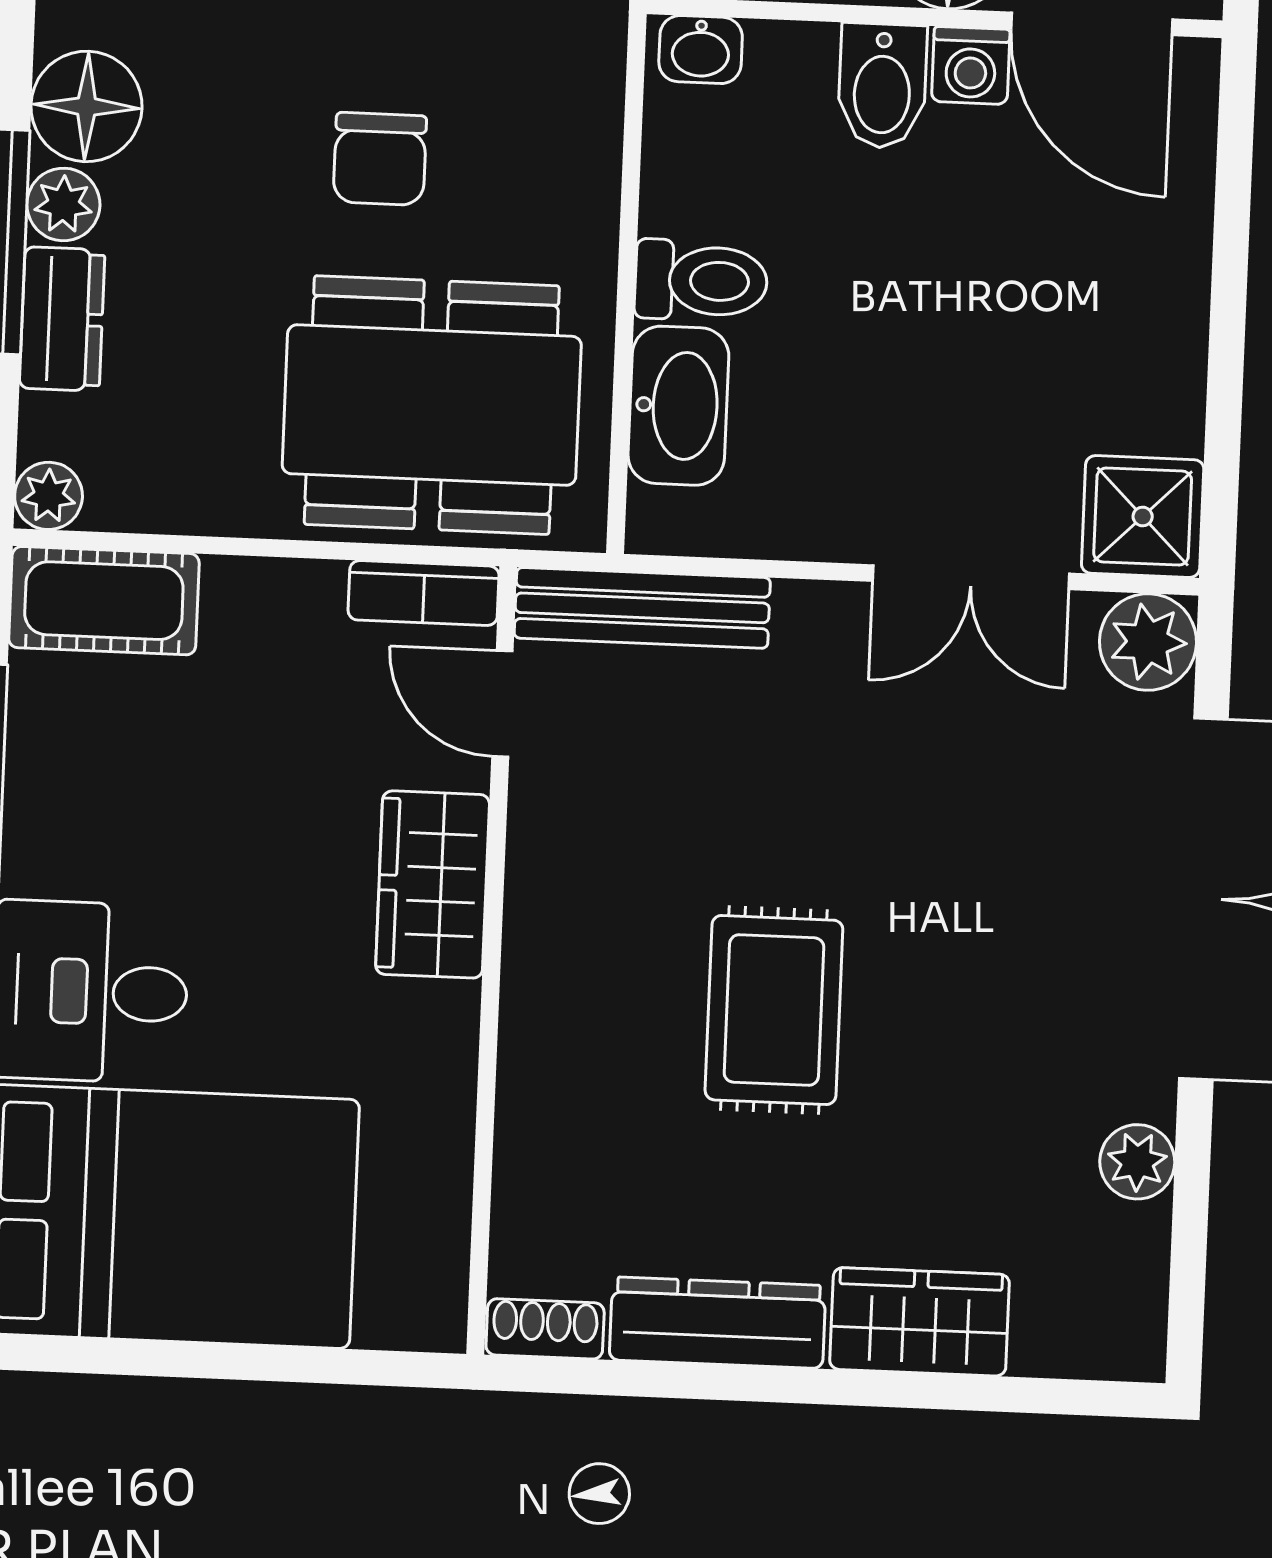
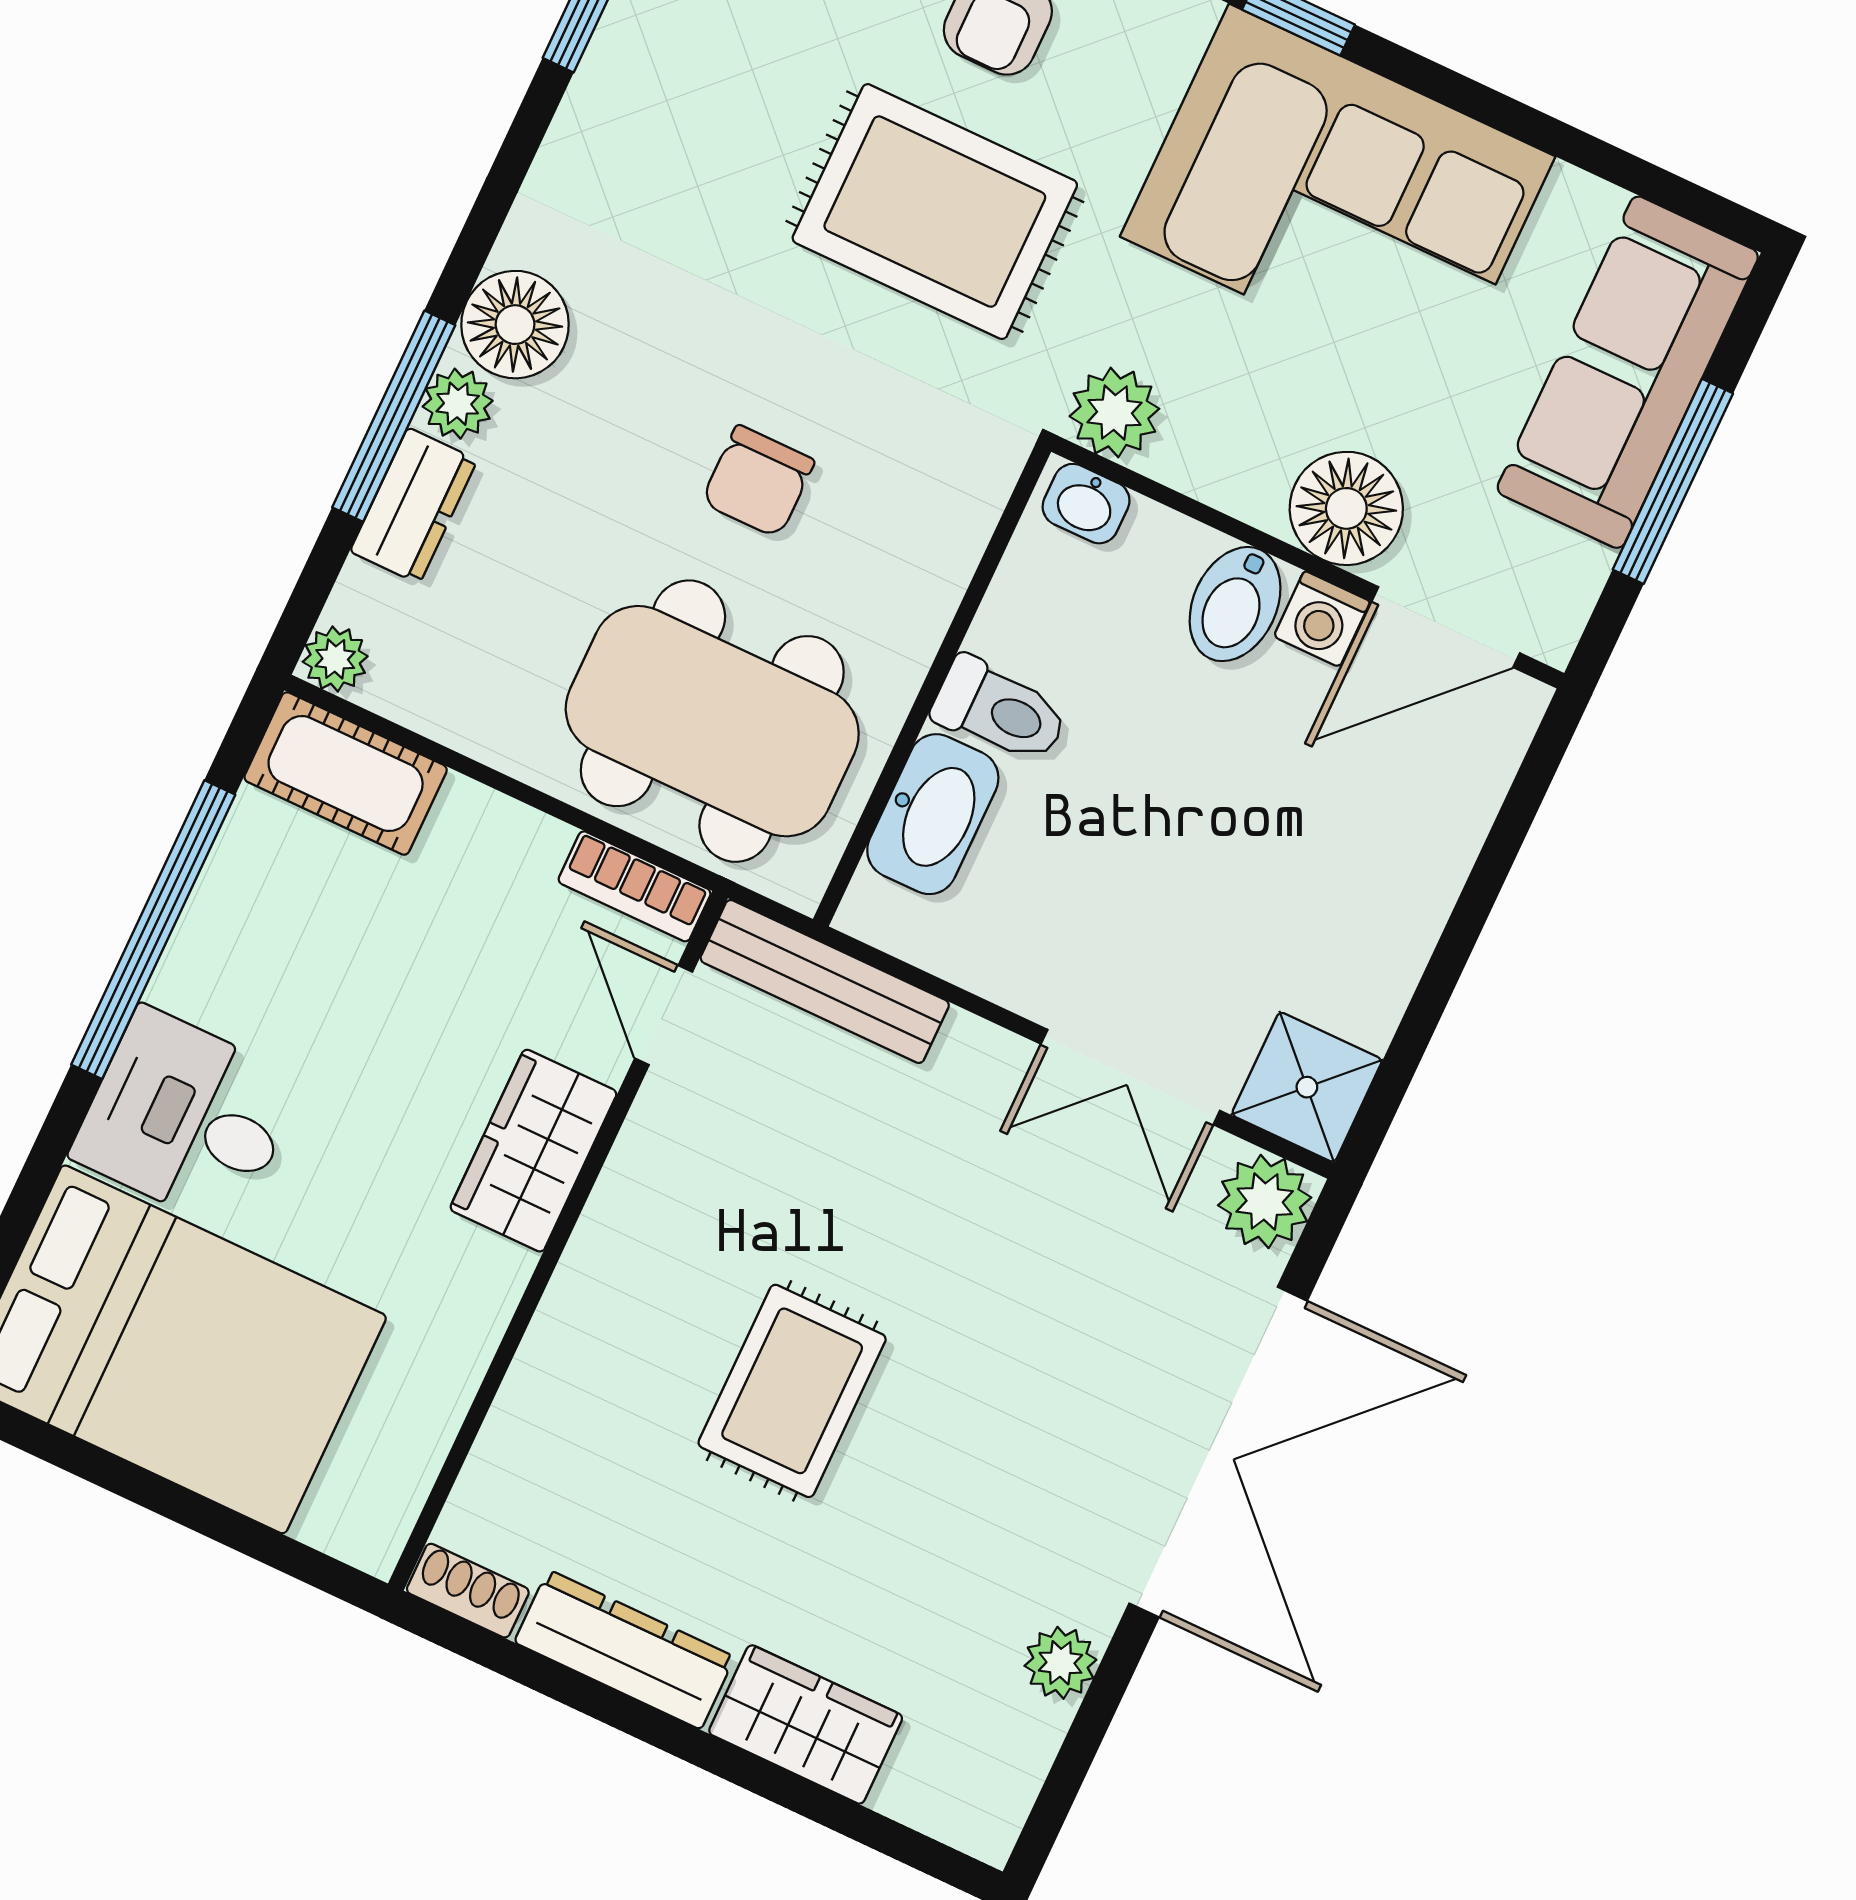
door: (1092, 24) -> (1446, 627), hinge flipped

